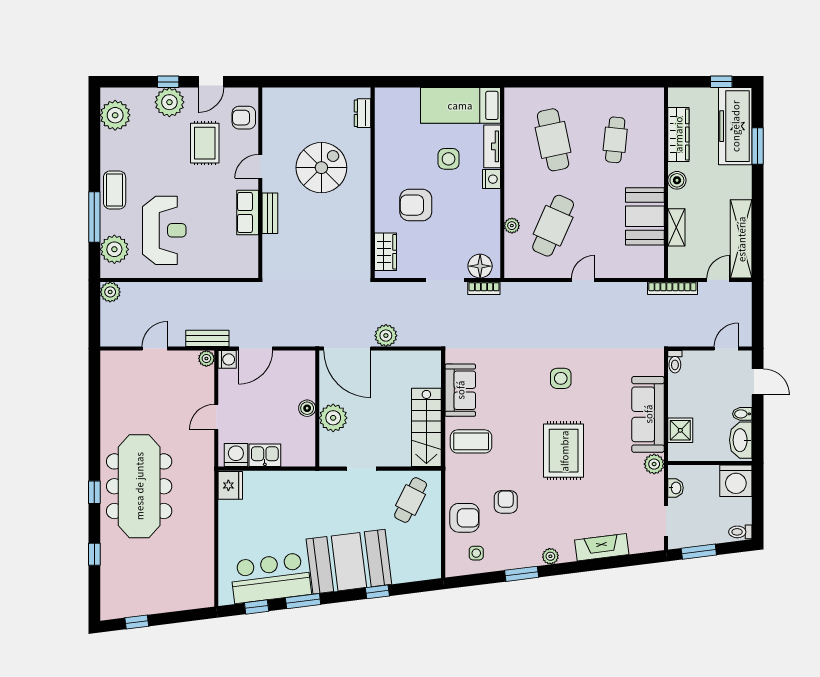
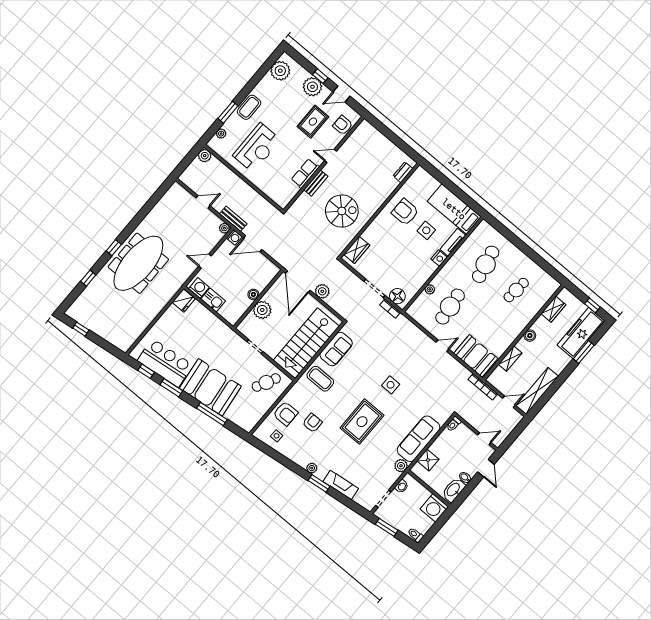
wardrobe: (678, 134) -> (553, 309), width x0.67
spiral stairs: (321, 168) -> (342, 211), moved
armchair: (416, 205) -> (405, 212), moved
booth: (645, 216) -> (476, 356), moved, turned 90
window: (94, 217) -> (228, 112), width x0.69
cafe table: (553, 226) -> (450, 307), turned -30
plant: (114, 249) -> (221, 134), width x0.53, depth x0.53
stairs: (426, 427) -> (306, 343), width x1.36, depth x1.51
window: (522, 574) -> (319, 483), moved
window: (377, 592) -> (212, 414), width x2.17

